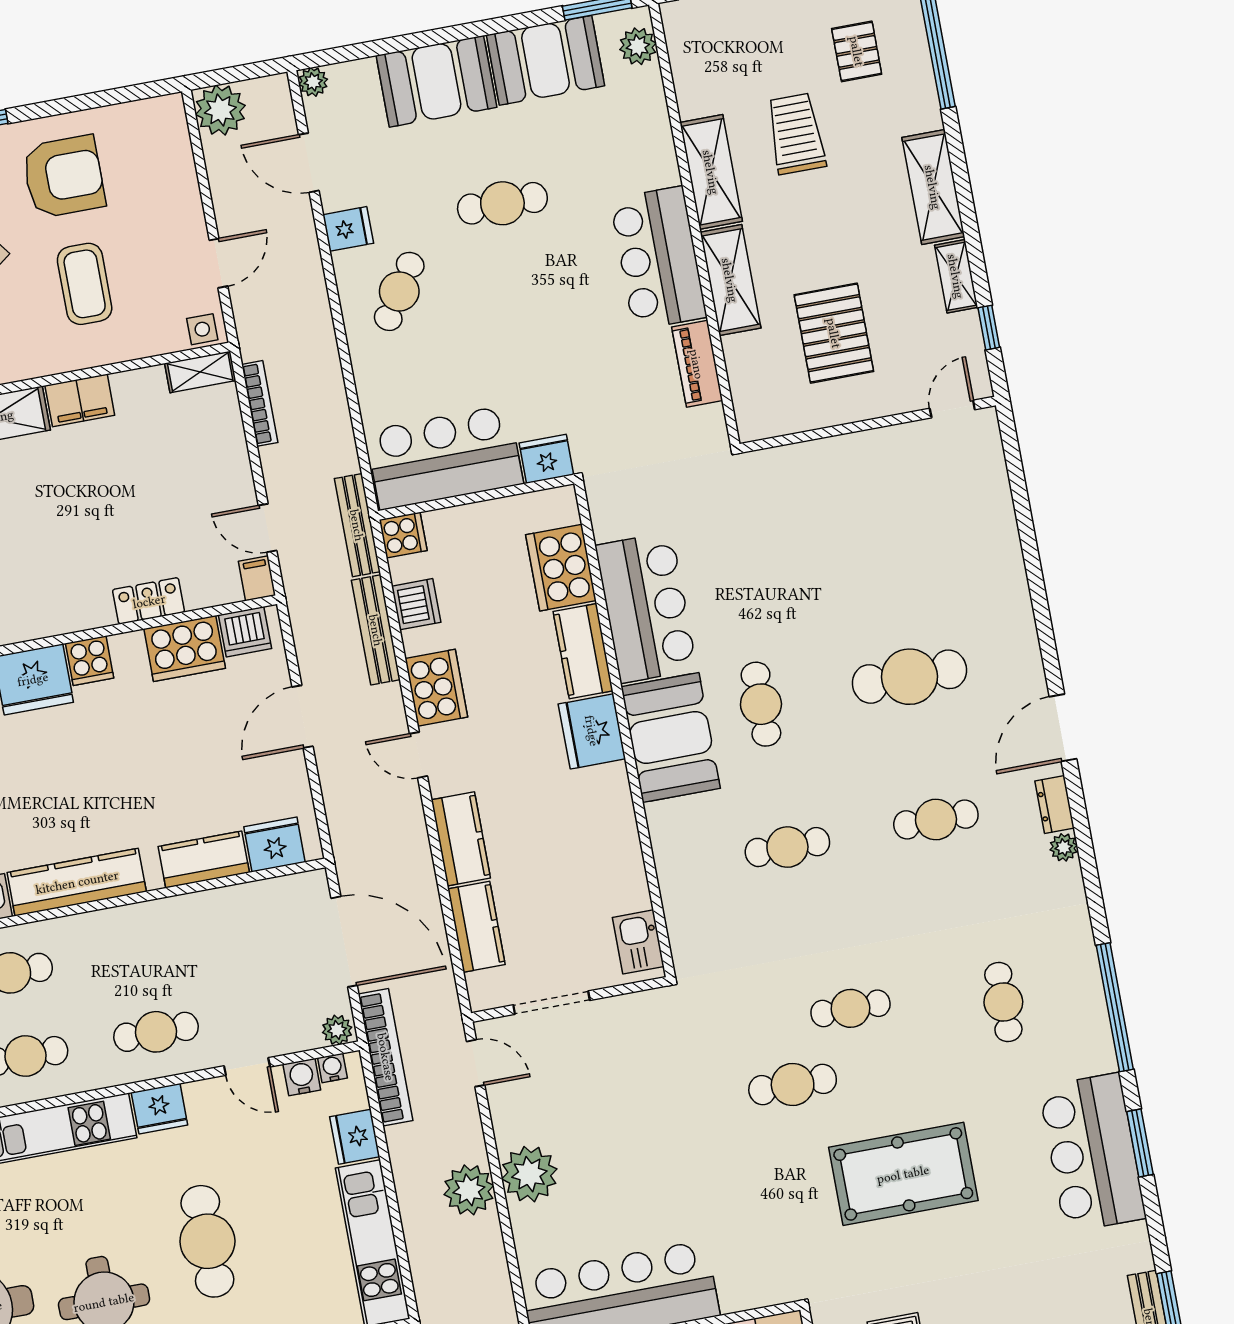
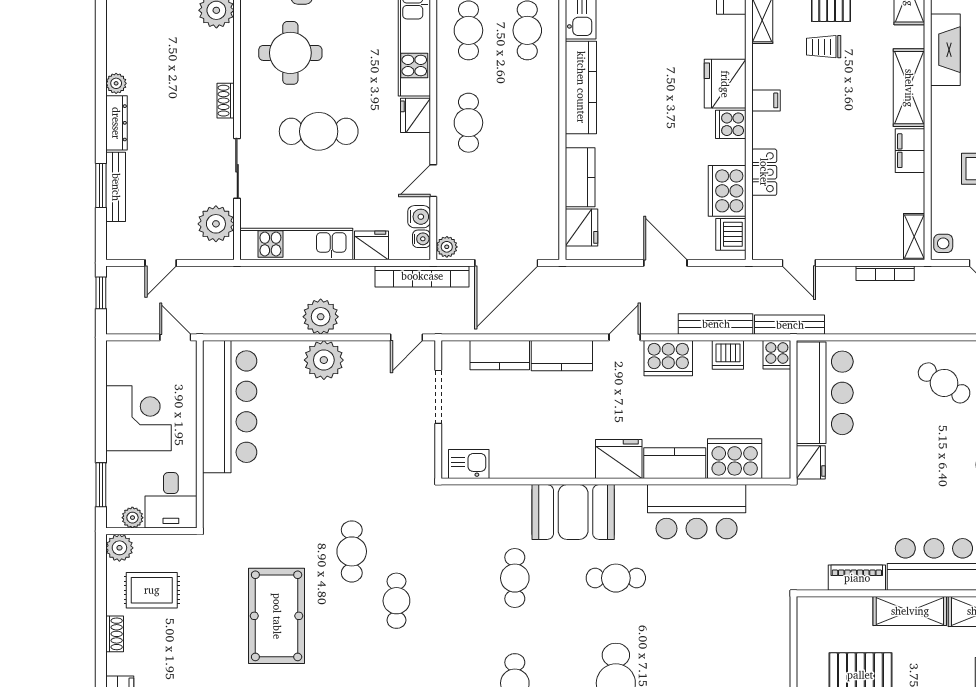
door: (268, 528) -> (799, 263), swing flipped
filing cabinet: (257, 578) -> (766, 100), moved
booth: (671, 737) -> (573, 512), moved

